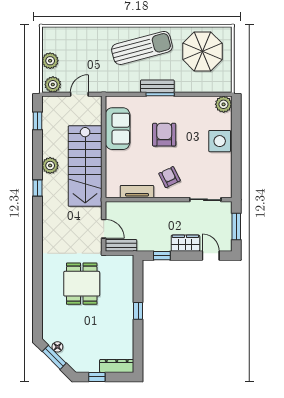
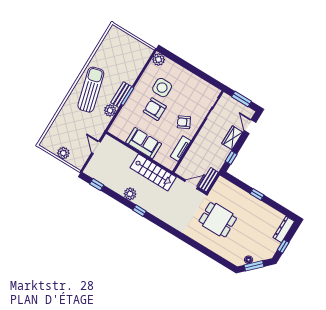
parasol: (202, 51) -> (117, 52), removed
plant: (53, 84) -> (110, 110), moved
sofa: (118, 129) -> (144, 143), moved
side table: (220, 141) -> (162, 88), moved
stairs: (85, 166) -> (153, 172), width x0.73, depth x0.66
door: (211, 256) -> (250, 127), hinge flipped

